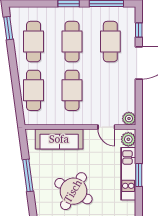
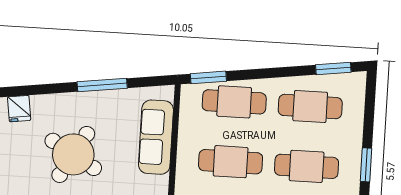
window: (19, 108) -> (208, 77), added

